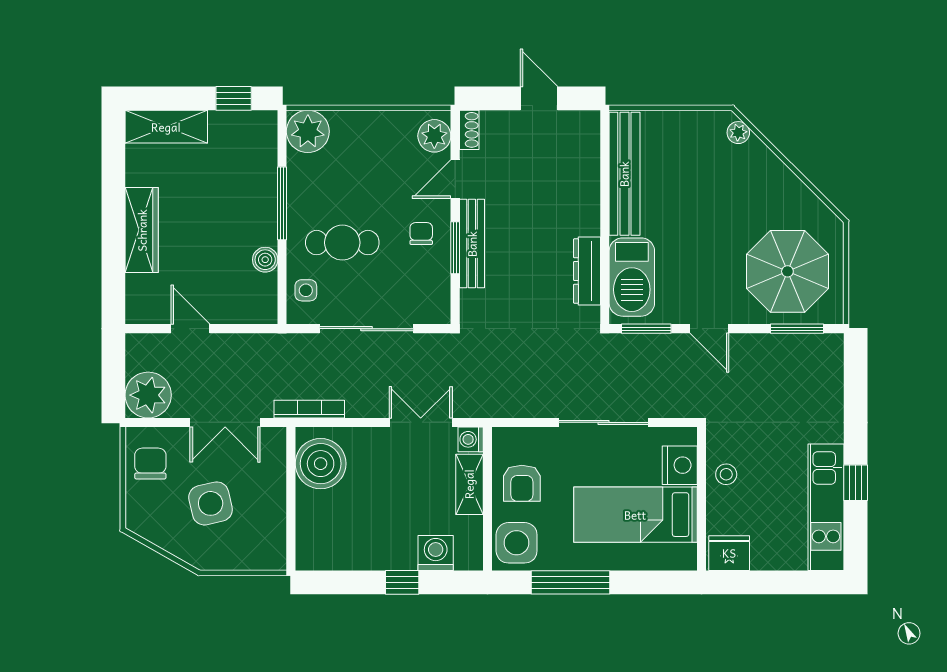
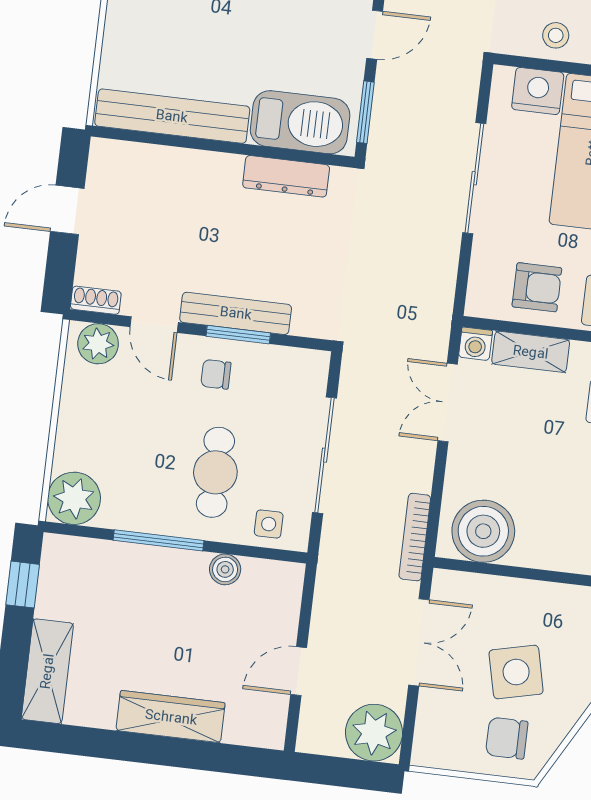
chair: (150, 464) -> (507, 738), moved

